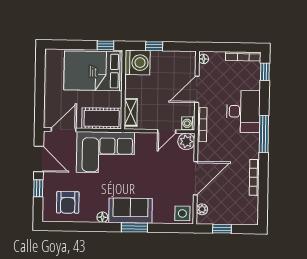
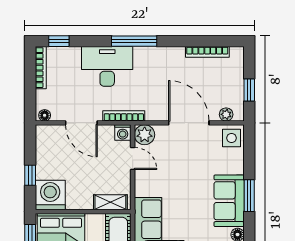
bookcase: (254, 177) -> (207, 52), moved

